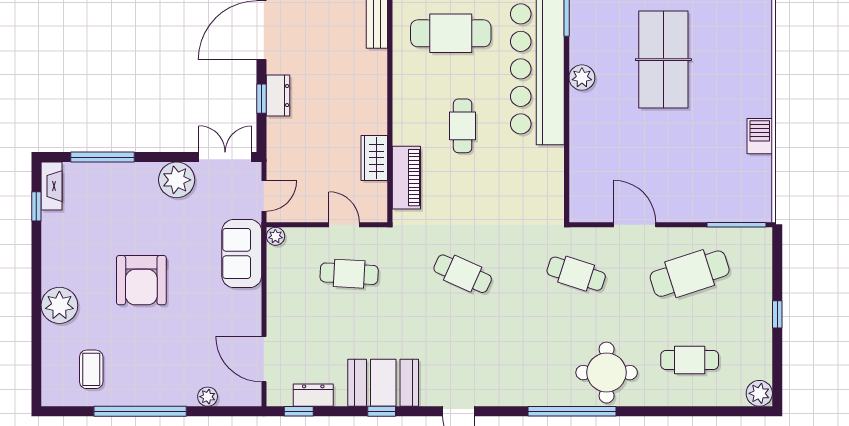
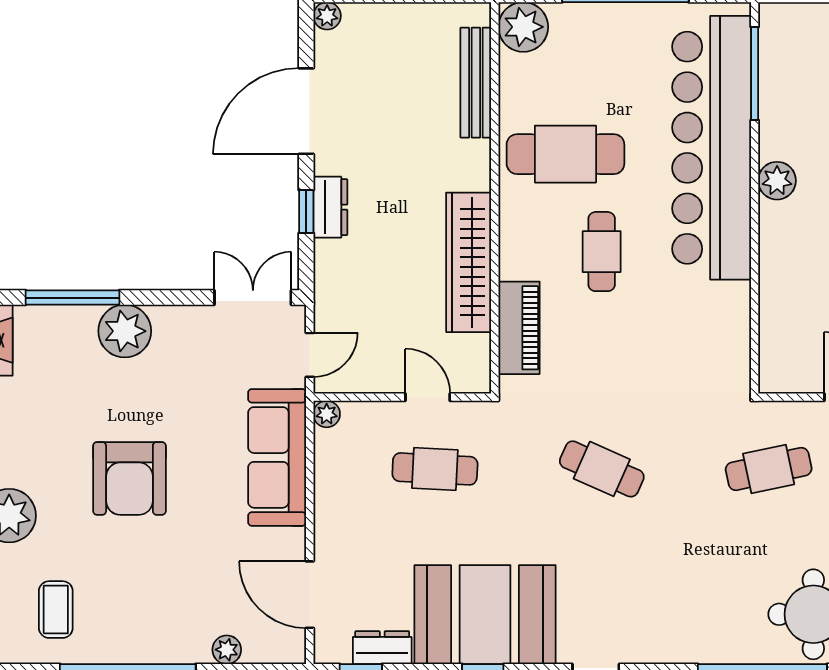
cafe table: (451, 33) -> (565, 154), moved
wardrobe: (374, 158) -> (469, 262), width x2.10, depth x1.17
plant: (177, 180) -> (125, 331), moved
sofa: (242, 253) -> (277, 457), width x1.36
cafe table: (576, 274) -> (769, 469), turned -30
booth: (383, 383) -> (485, 615), width x1.36, depth x1.42

